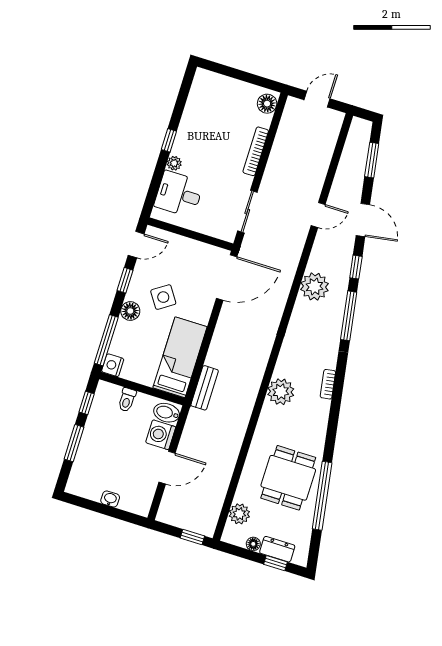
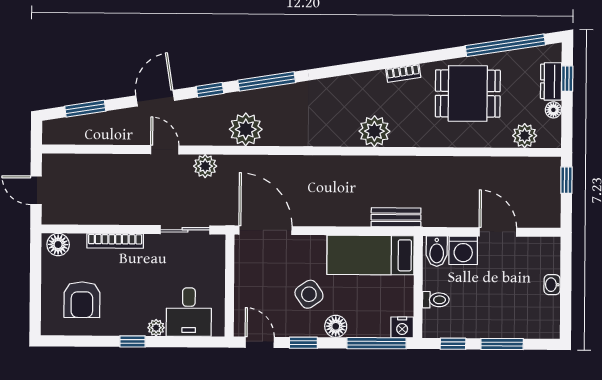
armchair: (216, 109) -> (82, 300), added
plant: (295, 244) -> (205, 166), added
bookcase: (328, 384) -> (403, 73), moved
window: (322, 496) -> (505, 45), moved

